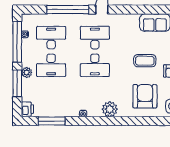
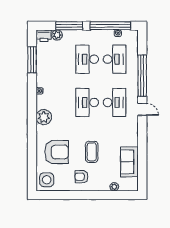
plant: (27, 72) -> (57, 35), moved

